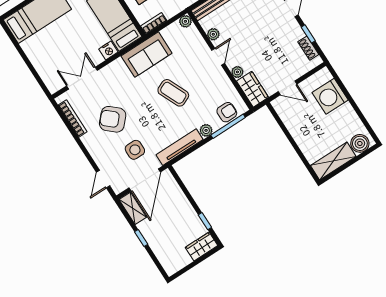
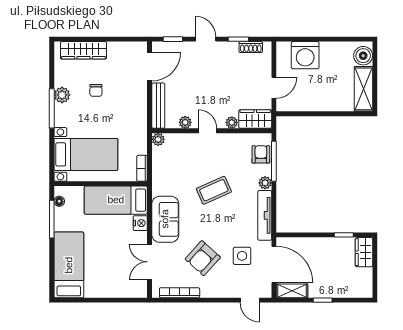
sofa: (147, 55) -> (165, 219), moved

